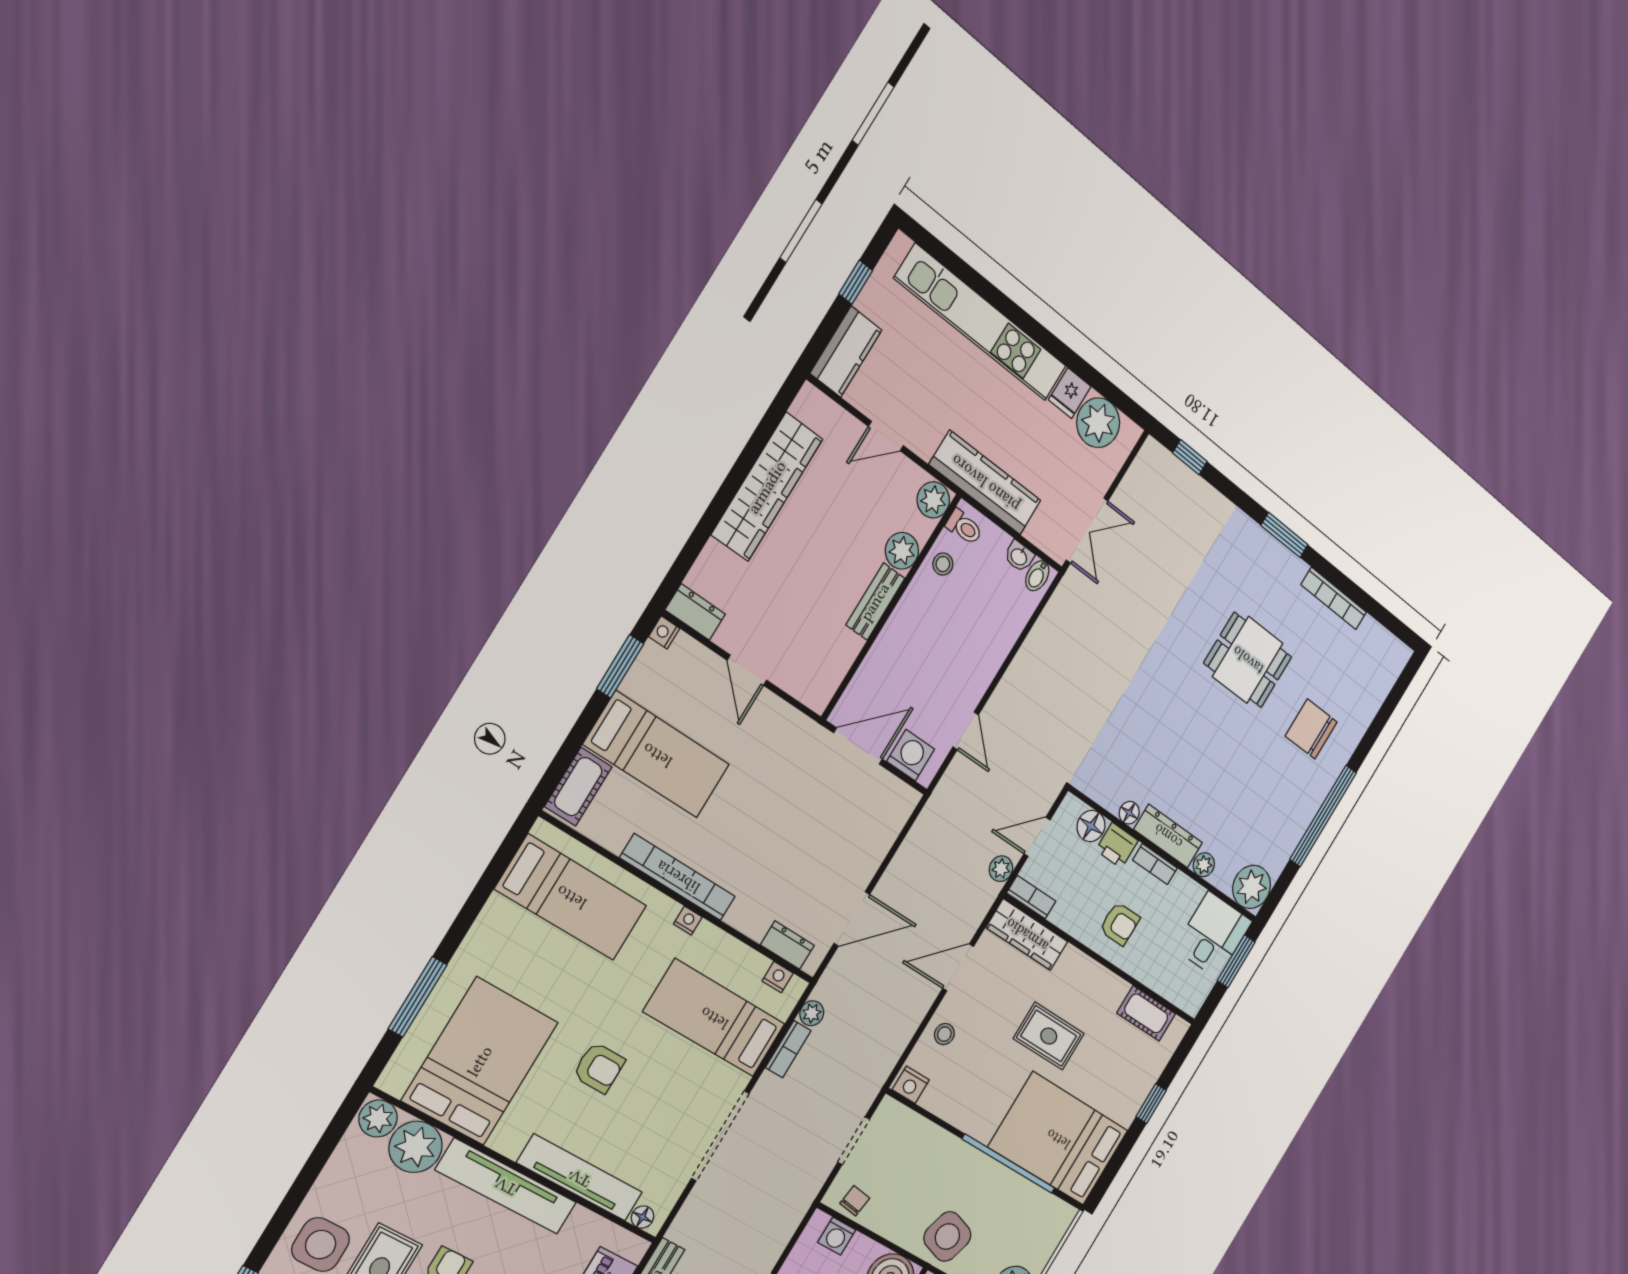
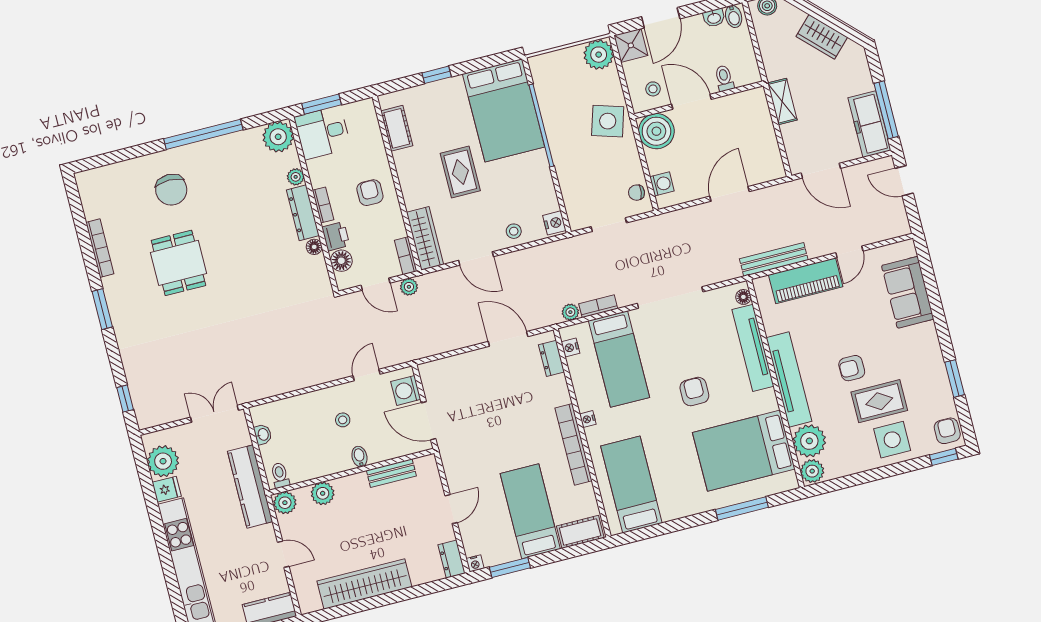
stool: (943, 564) -> (343, 420), moved
bidet: (1037, 576) -> (359, 457), moved, turned -90
bench: (875, 602) -> (391, 473), moved

